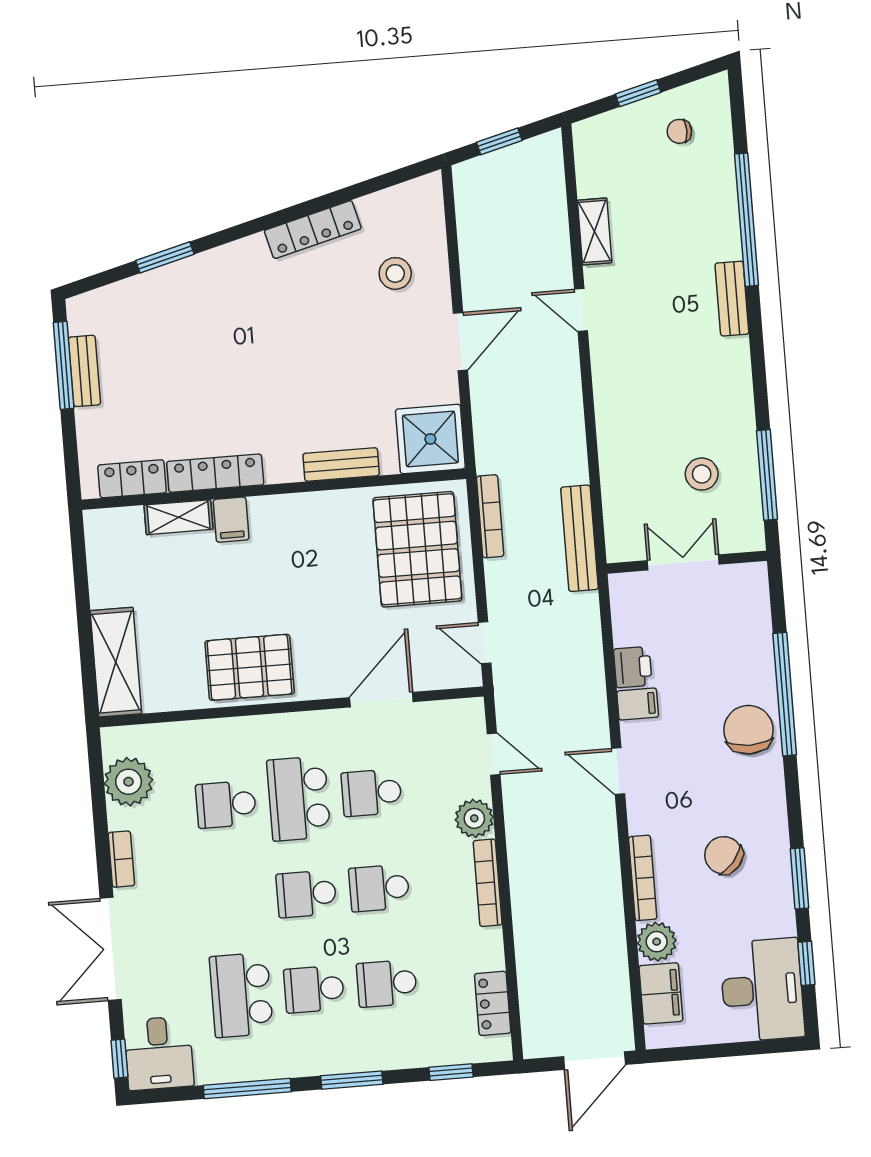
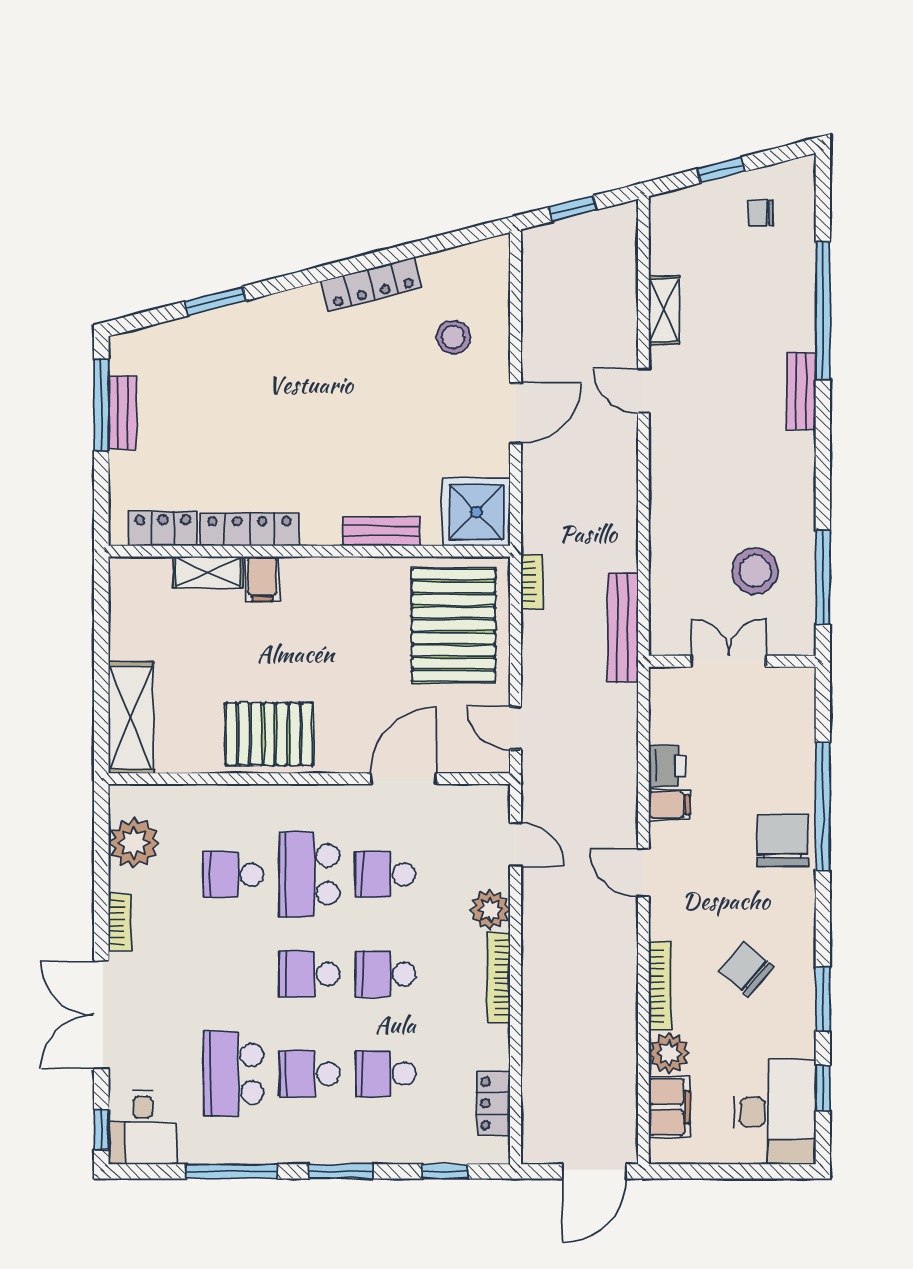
stool: (702, 474) -> (755, 571), width x1.38, depth x1.38
bookcase: (490, 516) -> (532, 582), width x0.64

